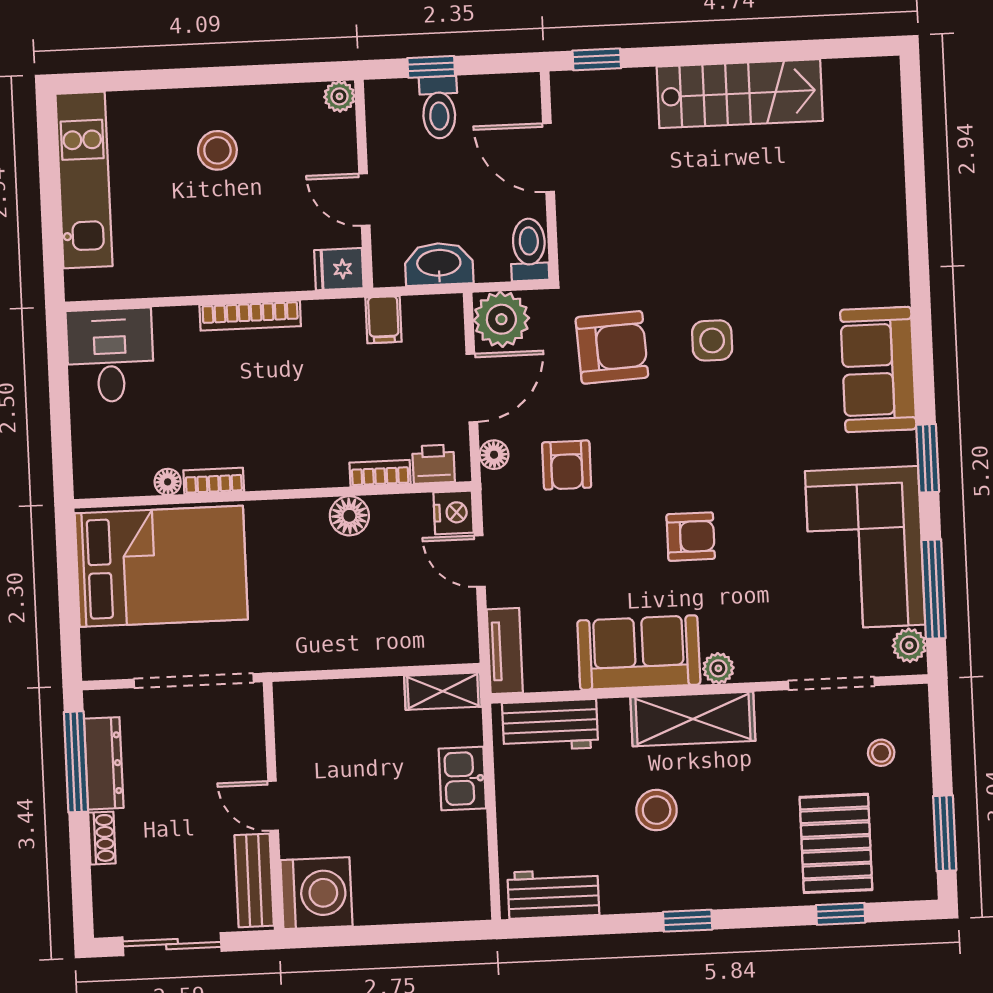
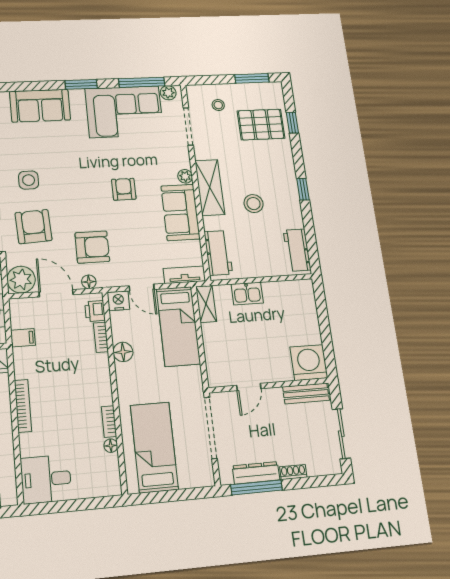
armchair: (567, 465) -> (92, 247), width x1.38, depth x1.38
door: (480, 561) -> (142, 288), hinge flipped
bed: (161, 566) -> (154, 447), width x0.67
bed: (398, 631) -> (178, 326), added
door: (273, 806) -> (249, 387), moved

